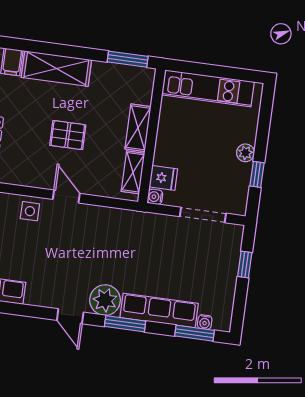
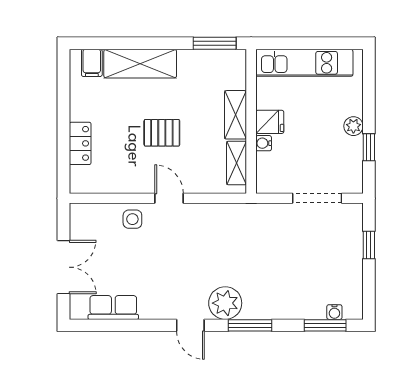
fridge: (163, 178) -> (270, 122), moved
water cooler: (155, 197) -> (264, 143), moved
row of seats: (159, 311) -> (284, 306), removed

